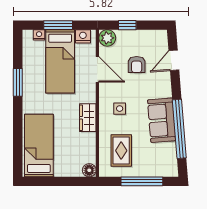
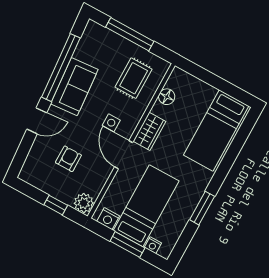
door: (174, 60) -> (37, 121), moved
door: (97, 69) -> (124, 155), moved
floor lamp: (89, 170) -> (167, 97), moved

